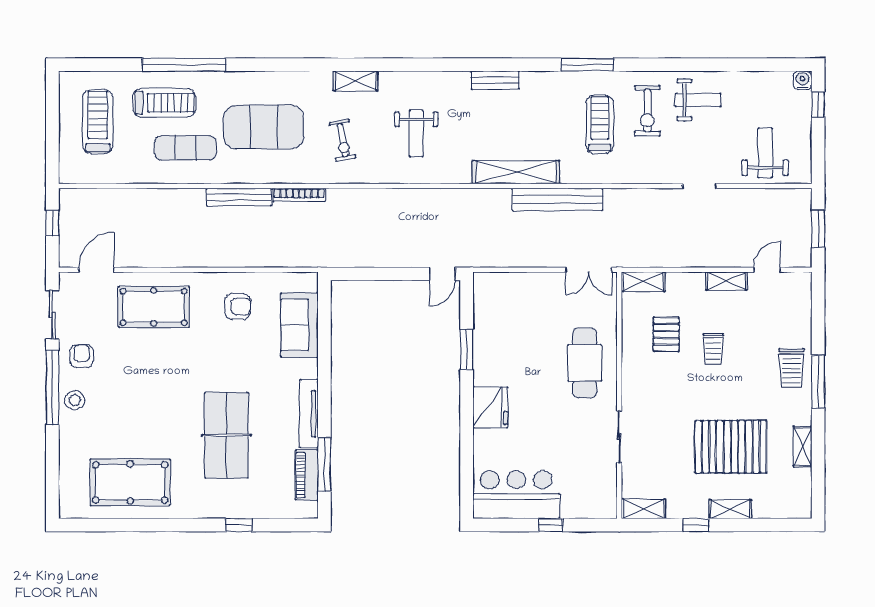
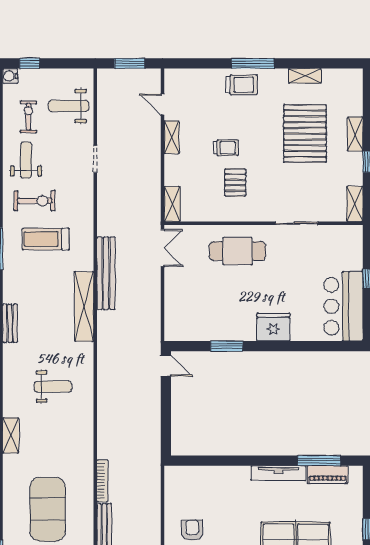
exercise bike: (343, 140) -> (28, 117), moved, turned -80
sofa: (299, 325) -> (207, 481), removed
pallet: (666, 334) -> (235, 182), moved, turned 90

